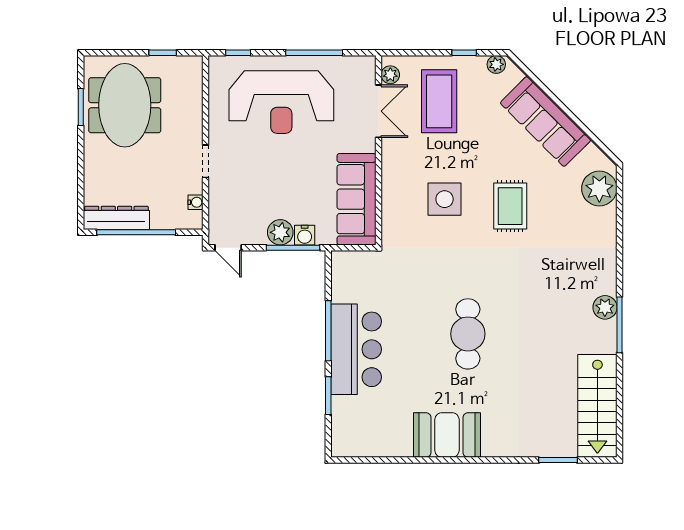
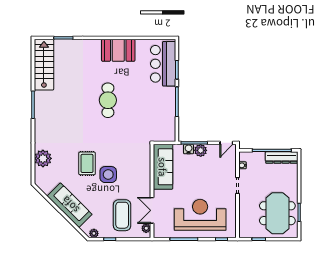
plant: (599, 189) -> (43, 158), moved
side table: (445, 199) -> (108, 175), moved
door: (228, 248) -> (226, 143), swing flipped
plant: (605, 307) -> (40, 113), removed
bar counter: (356, 349) -> (163, 64), moved

